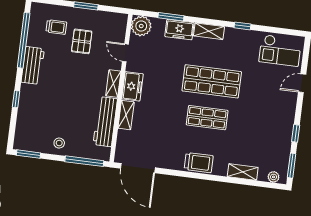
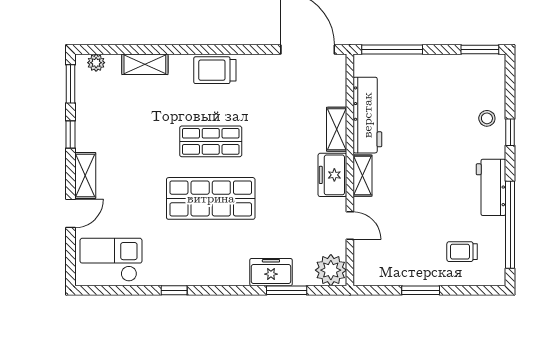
shelving: (209, 31) -> (85, 175), moved, turned 90
pallet: (82, 41) -> (420, 234), removed
stool: (59, 143) -> (487, 118), moved

